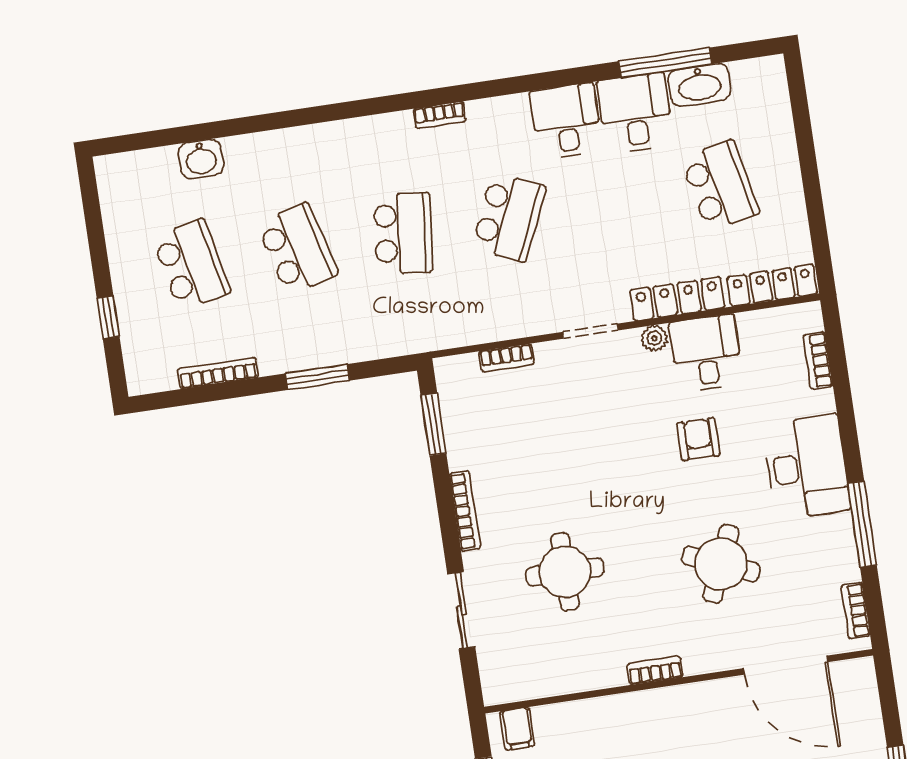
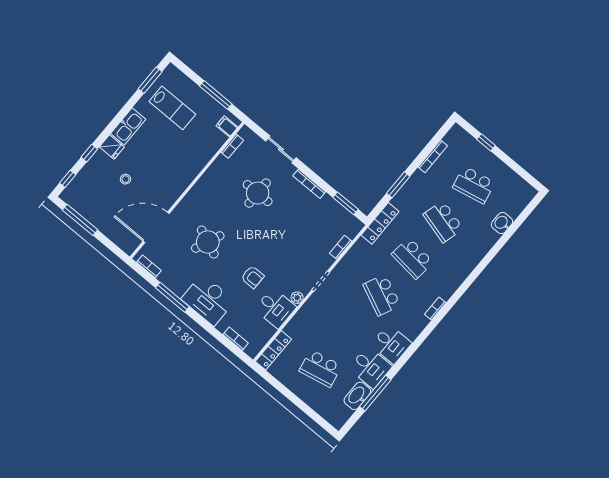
school desk: (297, 249) -> (443, 222), turned 30
locker: (677, 299) -> (380, 223), moved
bookcase: (655, 670) -> (232, 146), moved

